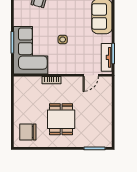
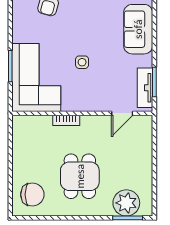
chair: (28, 132) -> (32, 195), turned 180
plant: (94, 138) -> (126, 203), added

